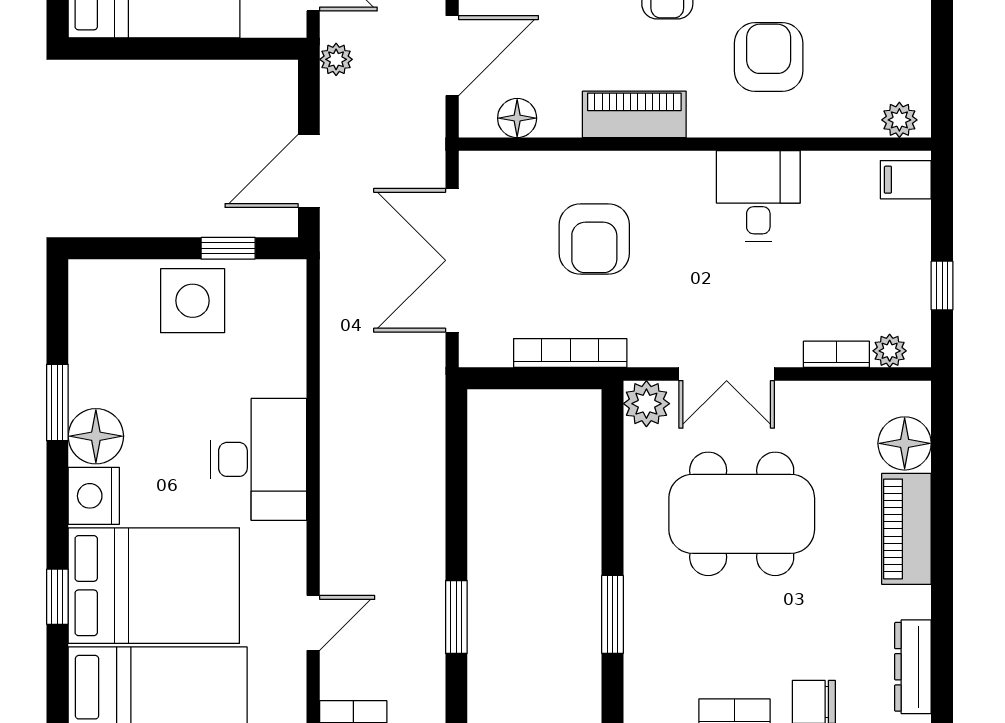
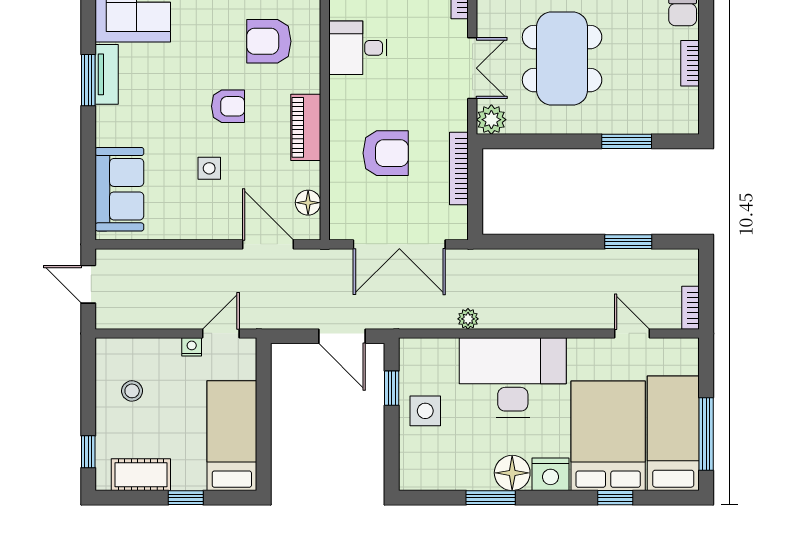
plant: (336, 59) -> (468, 319), moved
side table: (193, 301) -> (425, 411), width x0.73, depth x0.73
desk: (259, 459) -> (513, 378), width x1.36, depth x1.30

